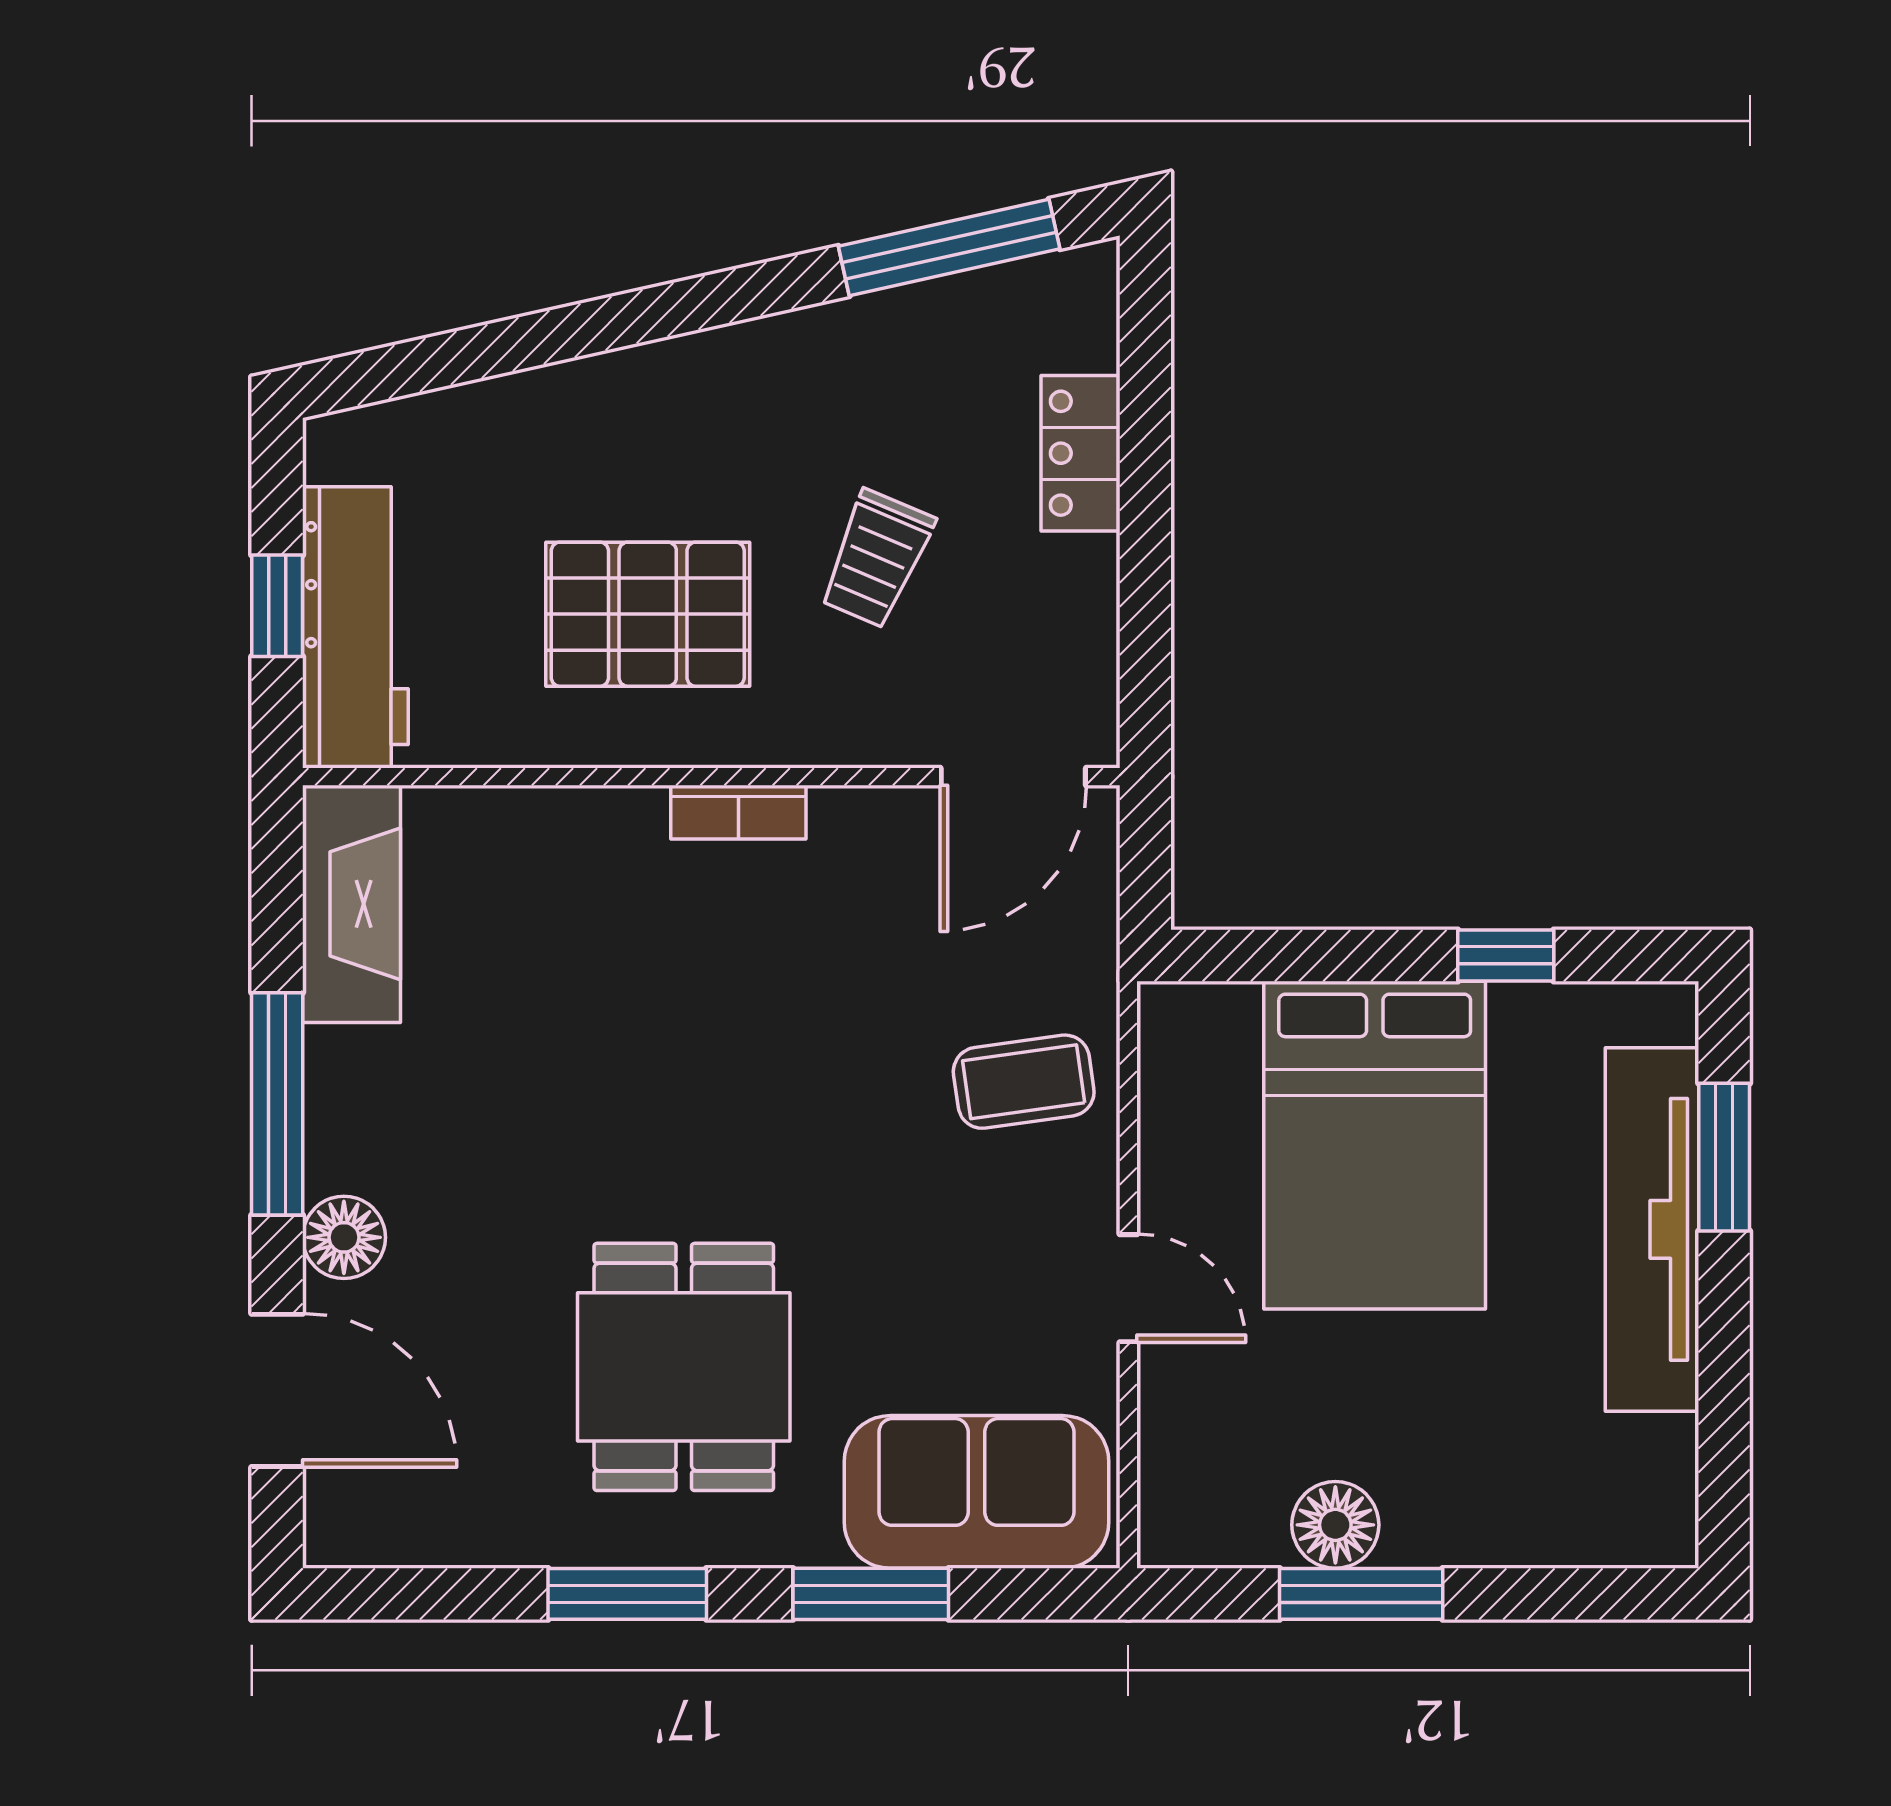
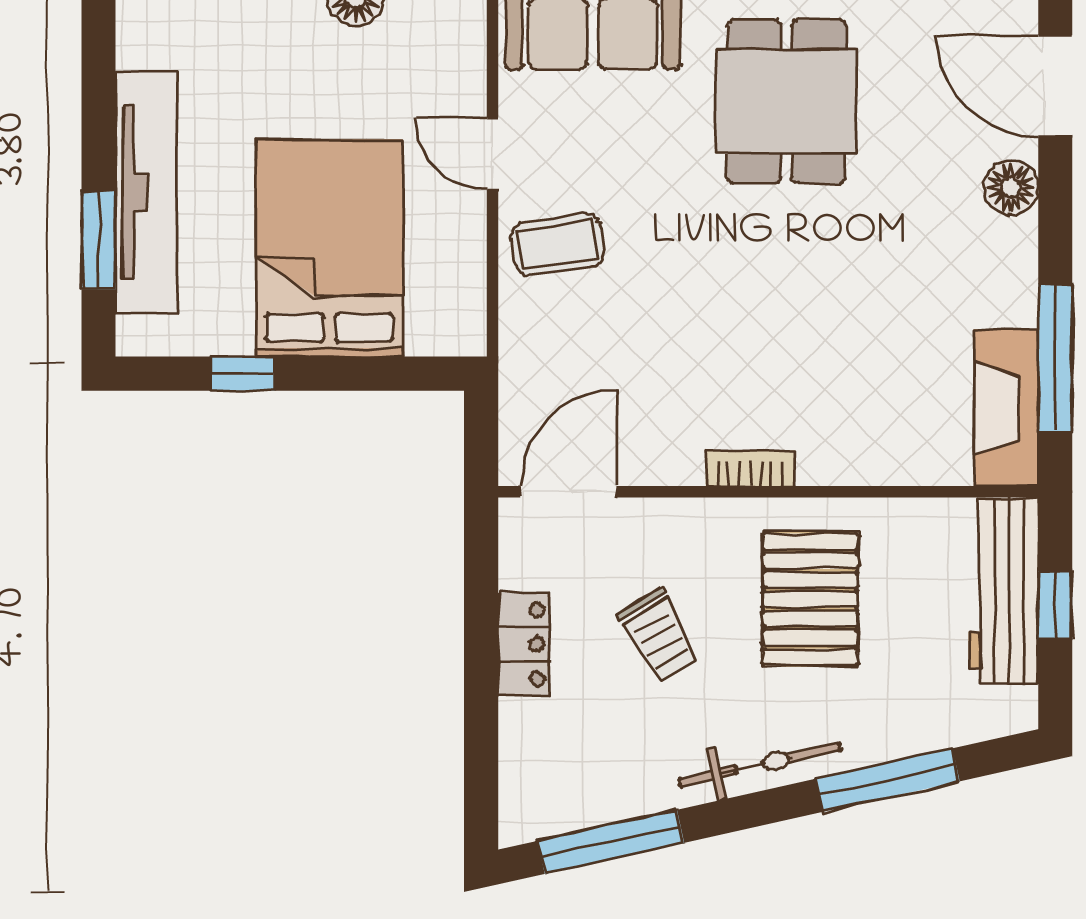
window: (530, 341) -> (888, 780), added
bicycle: (724, 364) -> (760, 764), added
locker: (1080, 453) -> (524, 644), moved
trolley: (876, 559) -> (659, 636), turned 127
pallet: (648, 614) -> (810, 599), turned 90
coffee table: (1024, 1082) -> (557, 245), moved
window: (277, 1104) -> (1055, 358), moved

